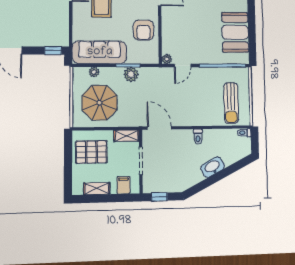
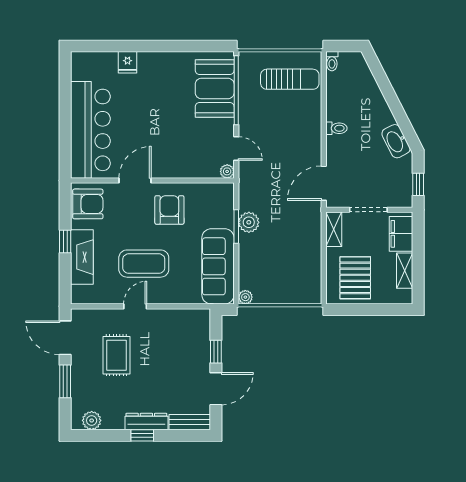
armchair: (144, 30) -> (169, 210), moved, turned -90
booth: (235, 32) -> (215, 88), moved, turned 90
window: (53, 51) -> (216, 352), moved
plant: (94, 72) -> (245, 297), moved
parasol: (100, 103) -> (288, 267), removed
washbasin: (213, 167) -> (396, 141), moved
filing cabinet: (124, 185) -> (401, 234), width x2.00

